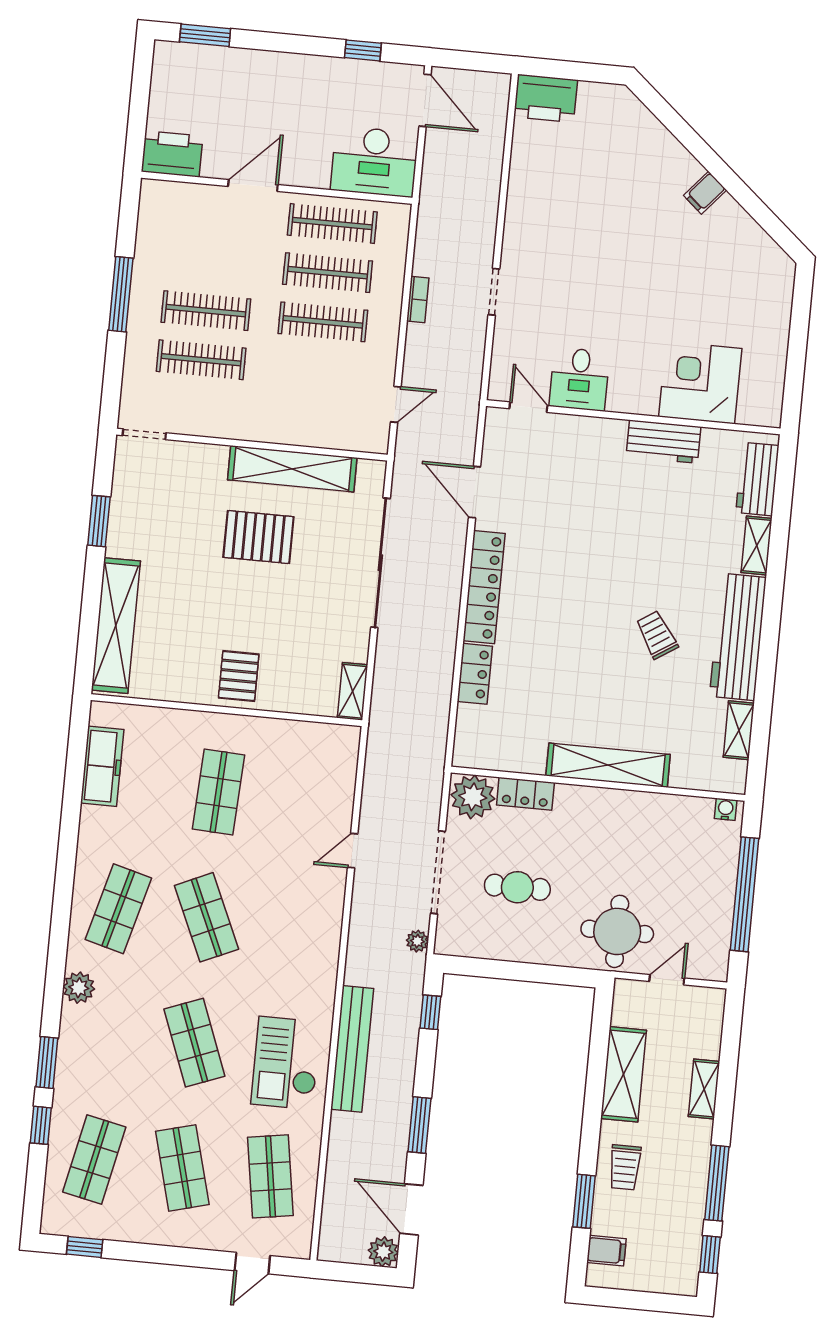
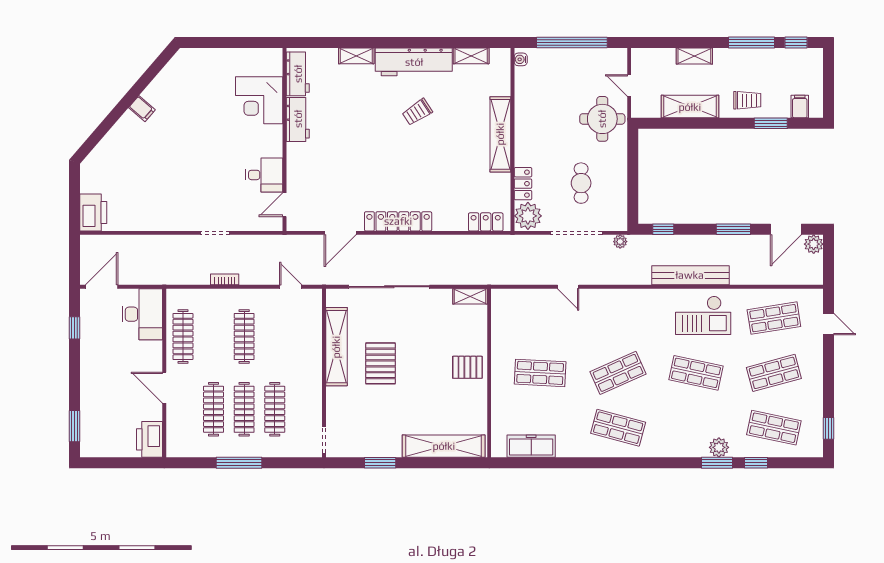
clothes rail: (328, 273) -> (214, 409), moved
workbench: (757, 479) -> (298, 74), moved, turned -90
locker: (475, 674) -> (486, 222), moved
plant: (79, 988) -> (719, 447), moved
shop shelf: (194, 1043) -> (696, 373), turned 33

